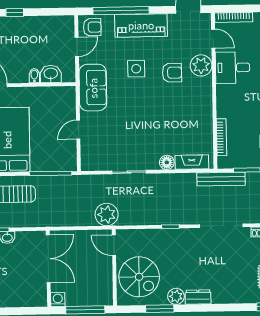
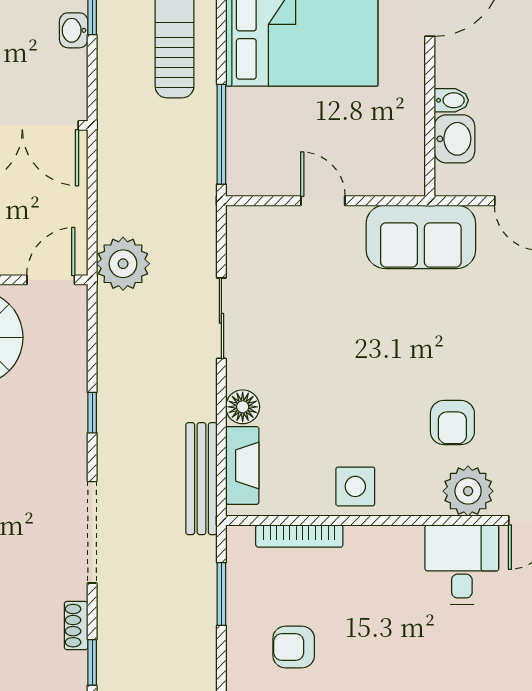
side table: (136, 69) -> (355, 486), moved
bench: (221, 179) -> (201, 479), moved

